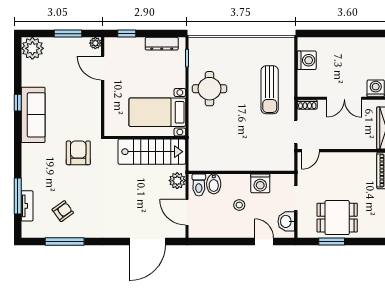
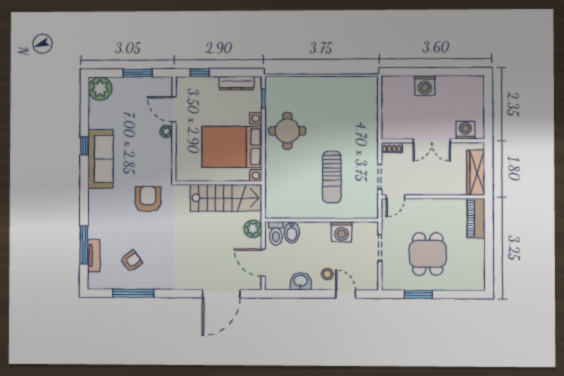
plant: (95, 43) -> (166, 131), moved
washing machine: (307, 60) -> (425, 86), moved, turned 90
sun lounger: (270, 90) -> (332, 177), moved
bed with nightstands: (157, 112) -> (232, 147), width x1.36
stool: (239, 205) -> (327, 274), moved
dining table: (337, 218) -> (428, 254), moved, turned 90
washbasin: (286, 221) -> (301, 281), moved, turned 90

